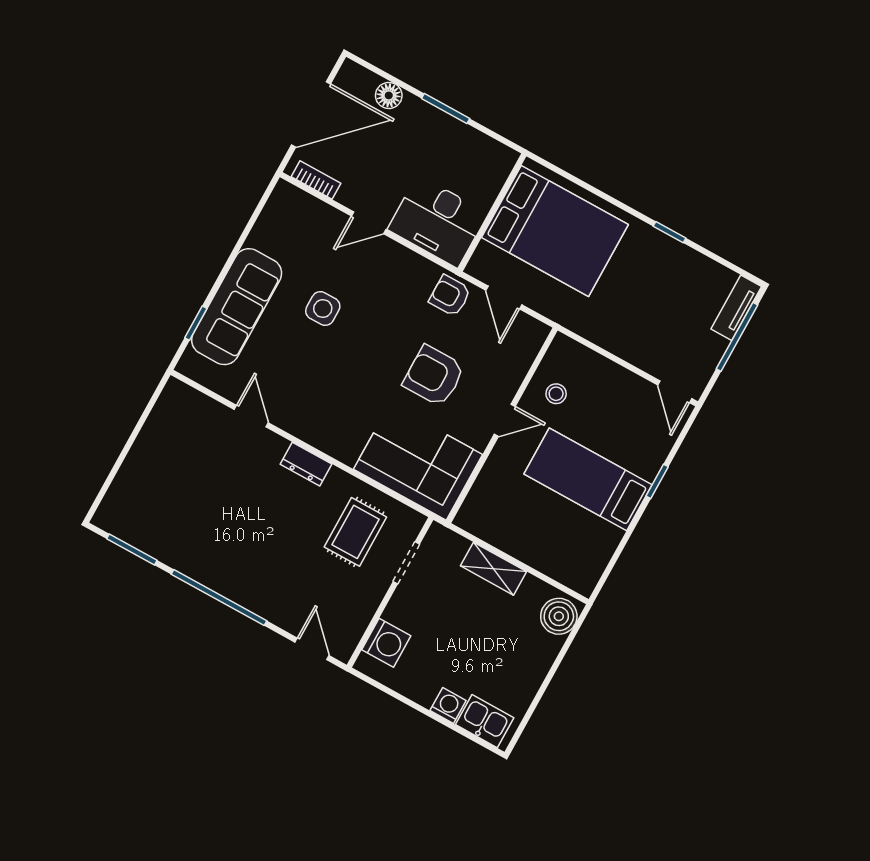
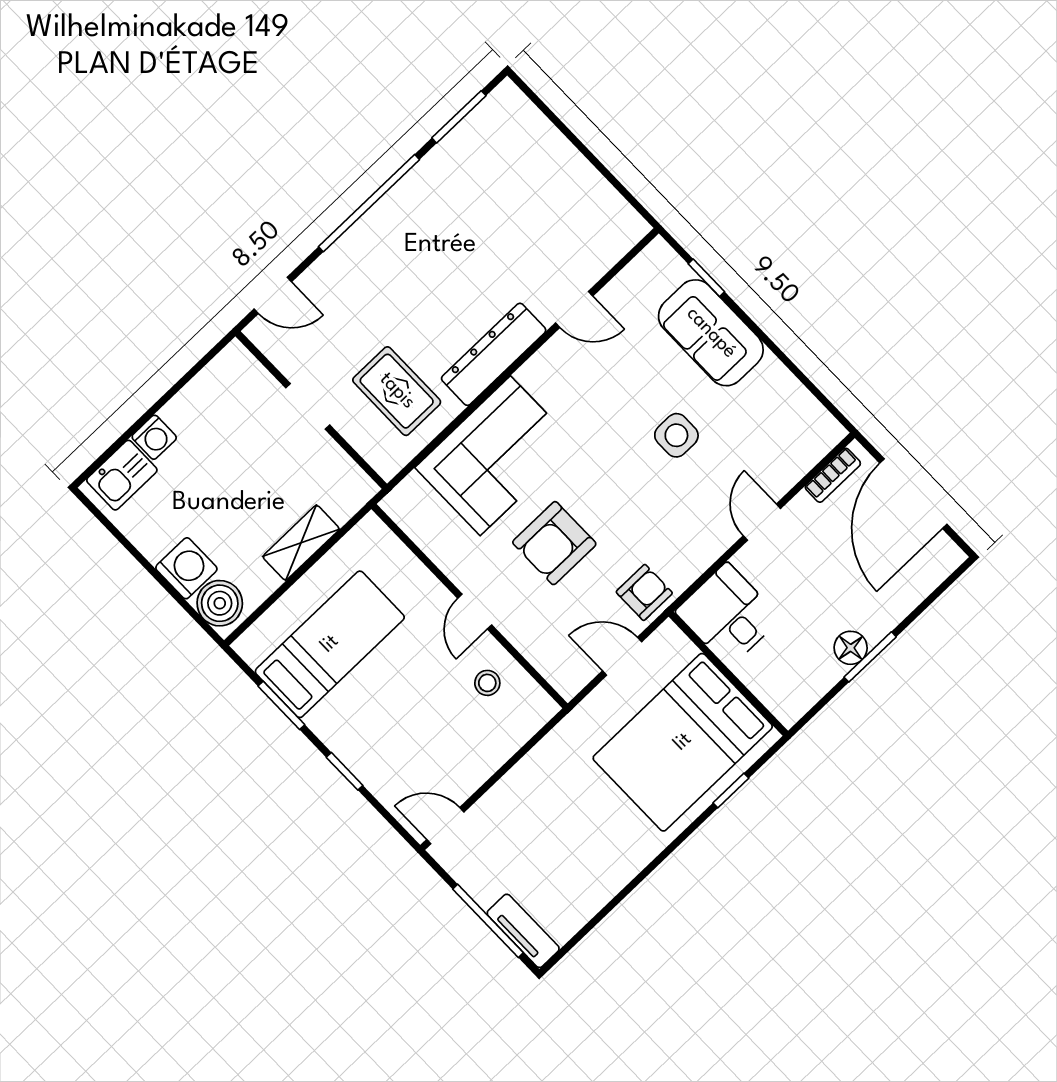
floor lamp: (389, 95) -> (851, 648), moved
desk: (438, 221) -> (728, 615), width x0.73
window: (669, 232) -> (731, 790), moved
sofa: (237, 307) -> (711, 333), width x0.73
armchair: (434, 376) -> (554, 543), turned 180
corner sofa: (418, 462) -> (495, 456), moved
dresser: (306, 464) -> (494, 354), width x1.96, depth x1.24
bed: (588, 479) -> (330, 644), moved
window: (622, 545) -> (281, 705), added
doorway: (406, 563) -> (308, 406), moved
washing machine: (386, 643) -> (186, 568), moved, turned 180

